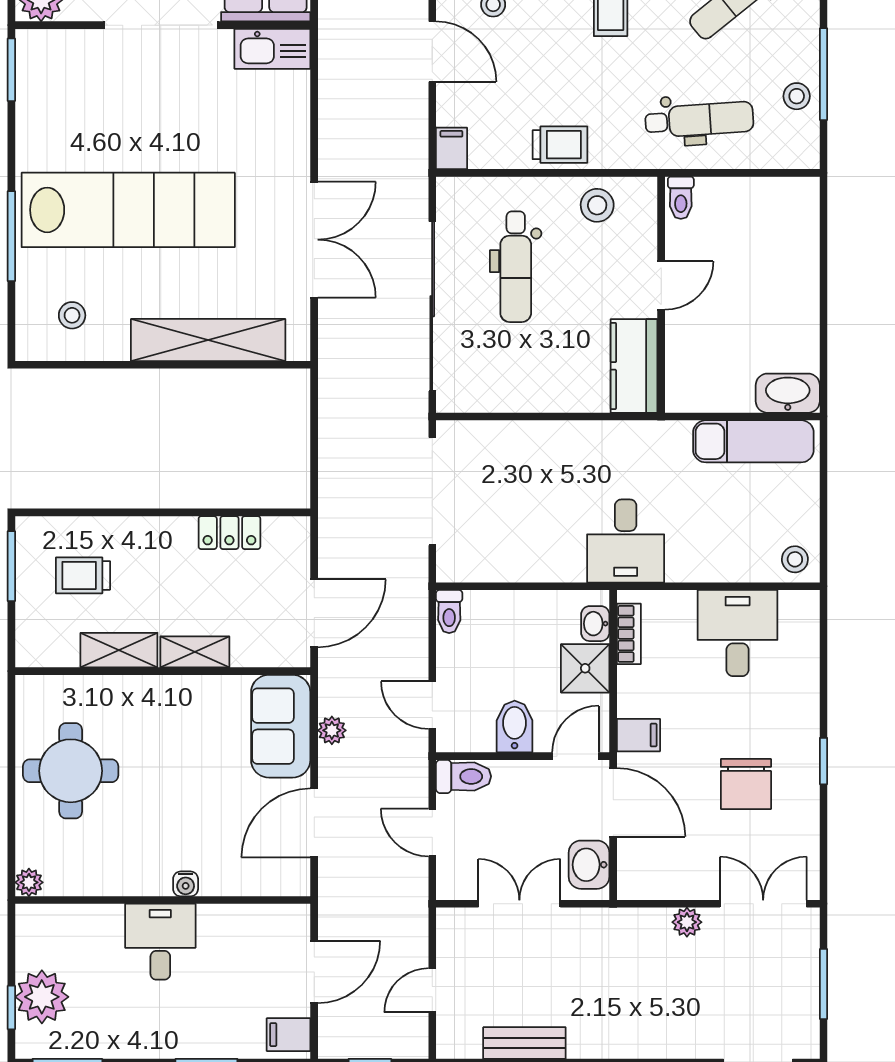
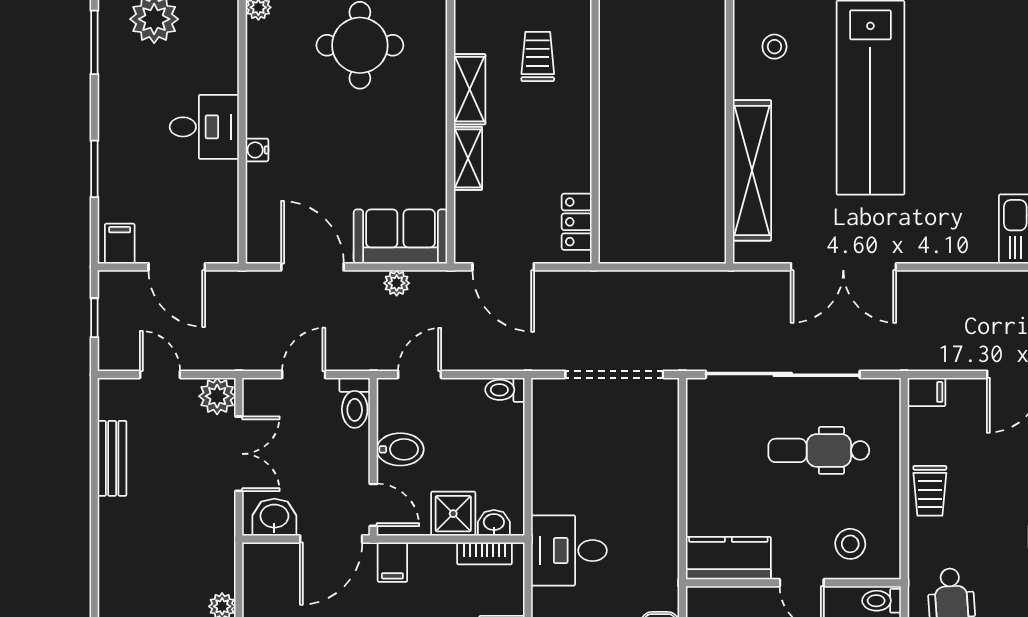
stool: (597, 205) -> (850, 544), moved
locker: (229, 533) -> (577, 222), moved
plant: (456, 928) -> (217, 396), added

